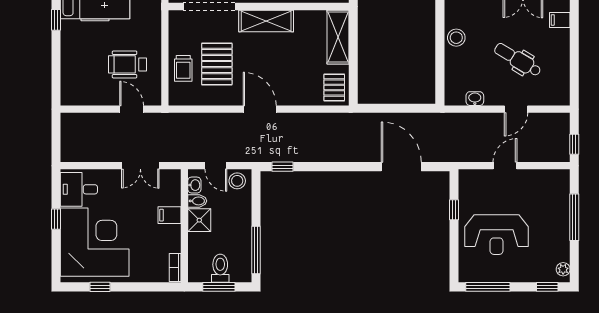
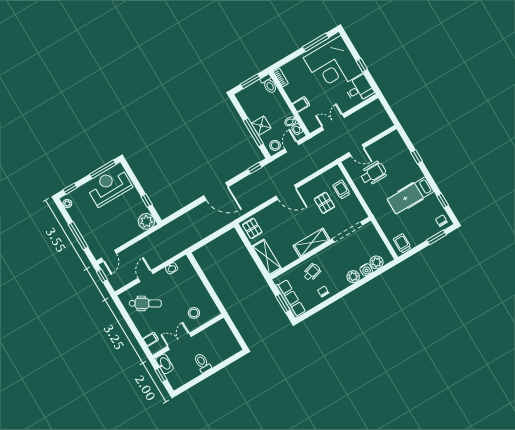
window: (56, 20) -> (417, 157), moved
stool: (456, 38) -> (194, 313), moved
dental chair: (518, 60) -> (145, 303), moved
pallet: (217, 64) -> (324, 203), width x0.67, depth x0.71
door: (216, 166) -> (292, 147), hinge flipped
door: (505, 166) -> (109, 256), moved
door: (401, 167) -> (216, 191), moved
plant: (471, 182) -> (146, 221), added
shower: (199, 220) -> (261, 126), moved
reception desk: (497, 235) -> (109, 187), moved
window: (256, 250) -> (253, 132), moved
toilet: (220, 268) -> (269, 84), moved
window: (100, 287) -> (316, 42), width x2.17

